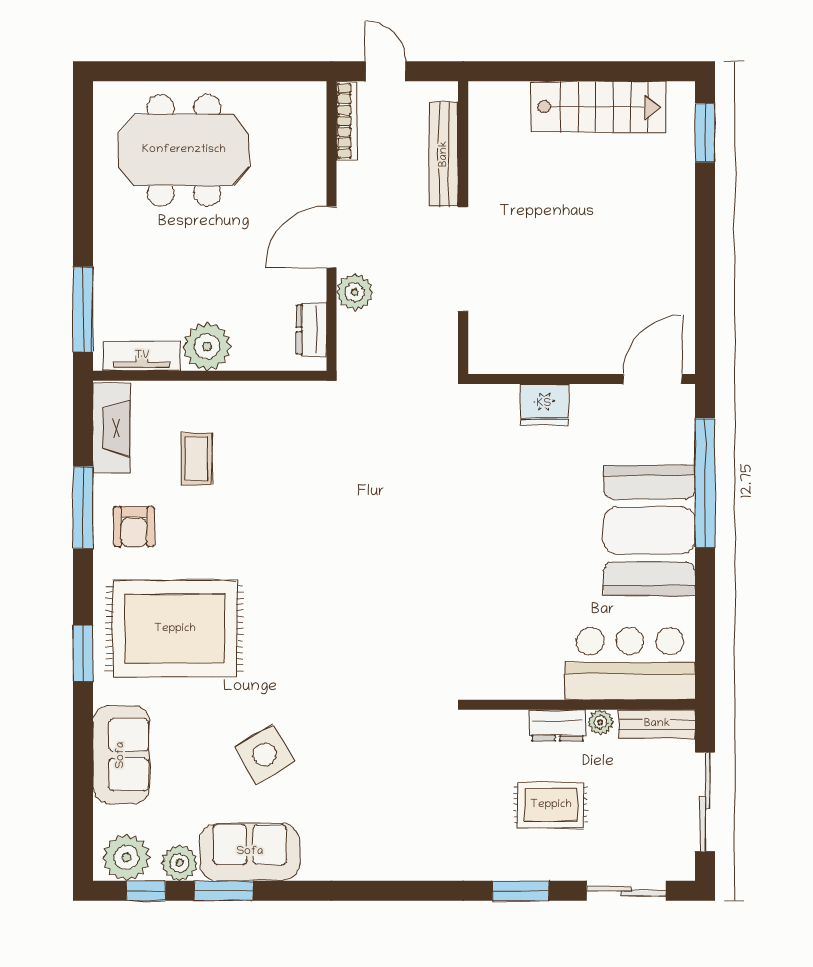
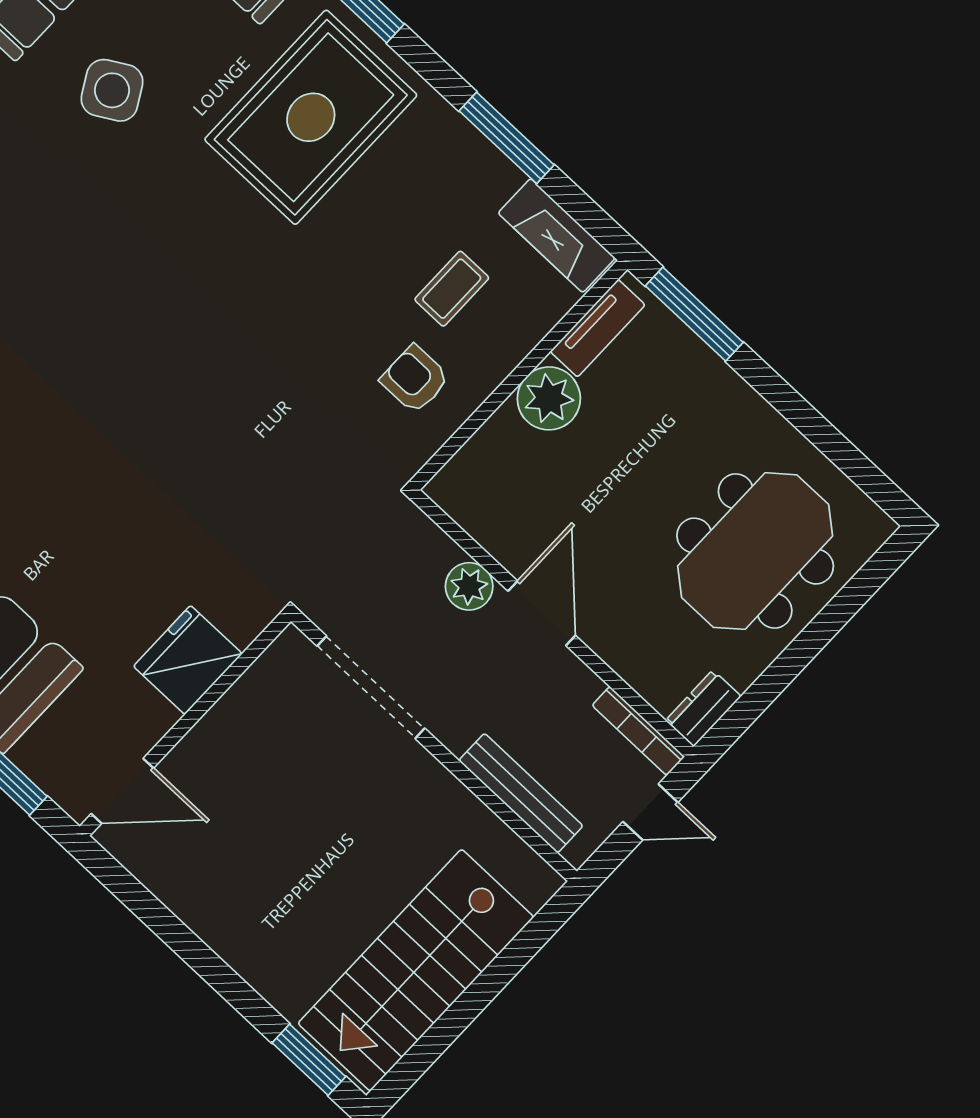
stairs: (598, 107) -> (416, 970), width x1.36, depth x1.51
doorway: (463, 259) -> (371, 687), moved
dresser: (311, 330) -> (703, 708), moved, turned -90
door: (652, 379) -> (122, 791), hinge flipped
fridge: (544, 404) -> (188, 660), width x1.36, depth x1.34
coffee table: (197, 459) -> (452, 289), turned 90
armchair: (134, 527) -> (415, 379), moved

